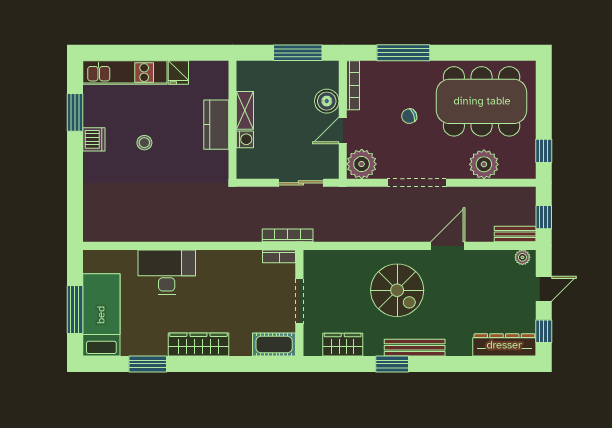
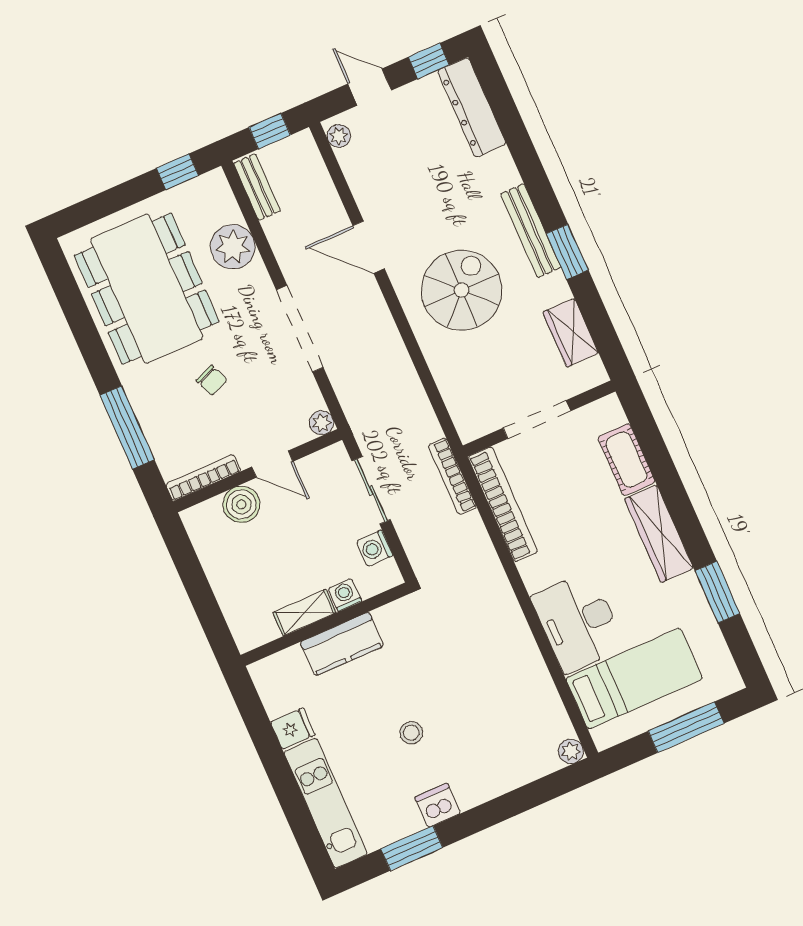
window: (298, 53) -> (192, 574), removed
plant: (362, 164) -> (321, 423), width x0.53, depth x0.53
washing machine: (265, 170) -> (375, 548), added
plant: (91, 234) -> (571, 751), added
bench: (515, 234) -> (257, 187), moved
bookcase: (279, 256) -> (503, 504), width x2.31, depth x1.31
bed: (101, 315) -> (634, 679), moved, turned 180
cot: (274, 344) -> (626, 460), moved

